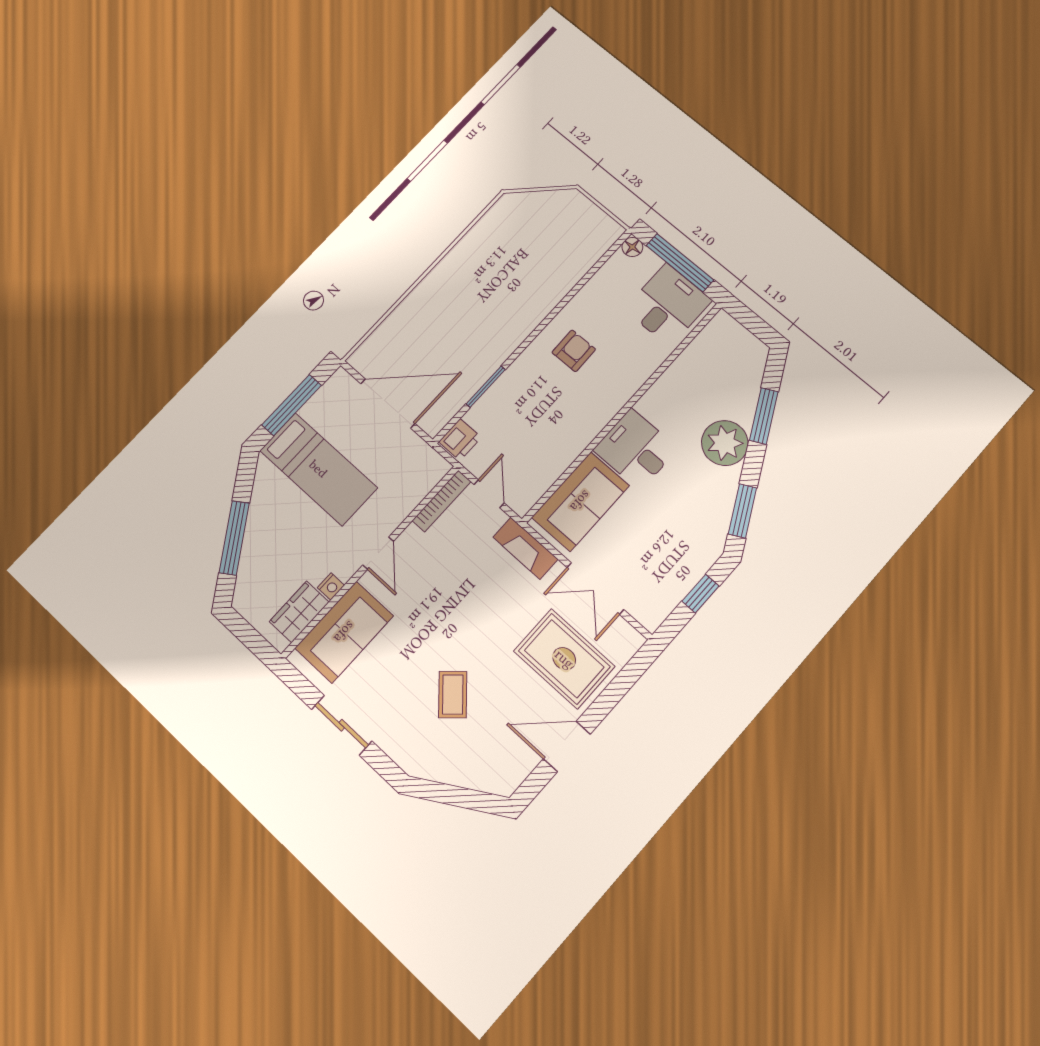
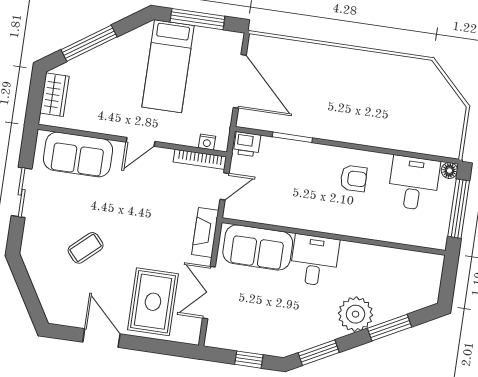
desk: (668, 305) -> (414, 183), moved, turned -90
nightstand: (331, 586) -> (207, 142), moved
wardrobe: (299, 612) -> (54, 95), moved, turned 90

